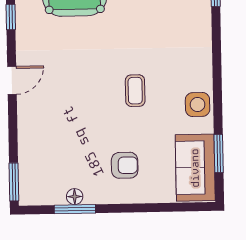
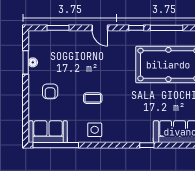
side table: (198, 104) -> (95, 130), moved
window: (219, 154) -> (56, 145), width x2.11
window: (14, 182) -> (58, 28), moved

